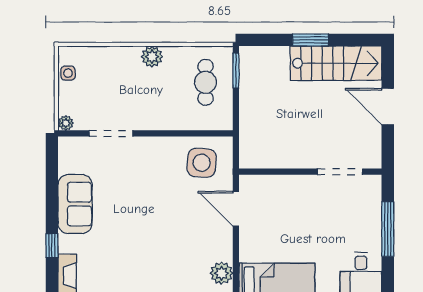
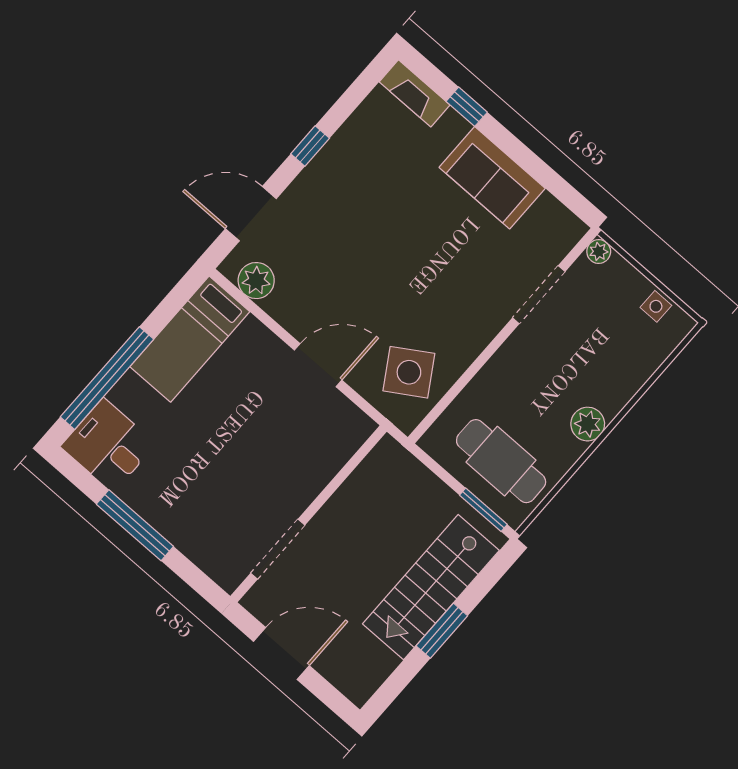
stairs: (336, 63) -> (431, 587), moved
cafe table: (206, 82) -> (501, 461), width x1.37, depth x1.35
side table: (202, 163) -> (409, 372), turned -36
wall: (310, 172) -> (309, 514), moved
doorway: (340, 172) -> (278, 549), moved

